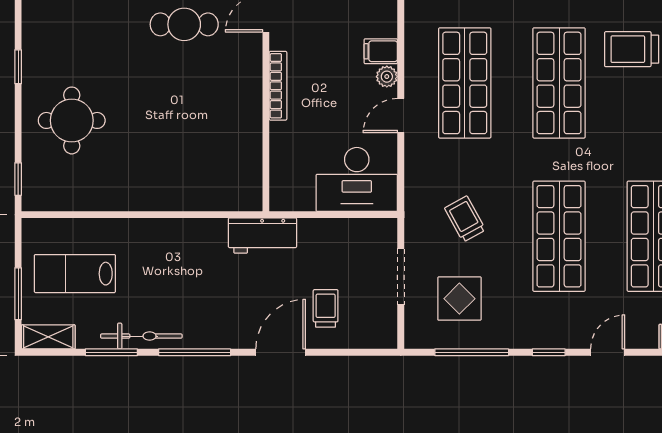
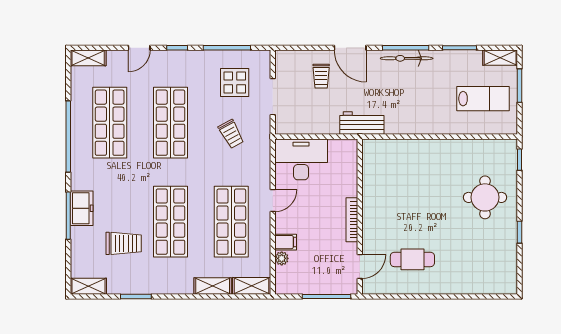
plant: (387, 77) -> (282, 258), moved
bicycle: (141, 336) -> (407, 58), moved
door: (281, 352) -> (350, 48), hinge flipped

